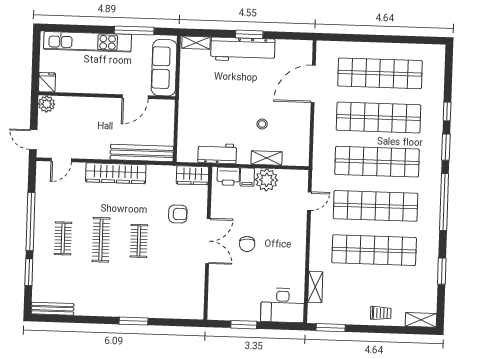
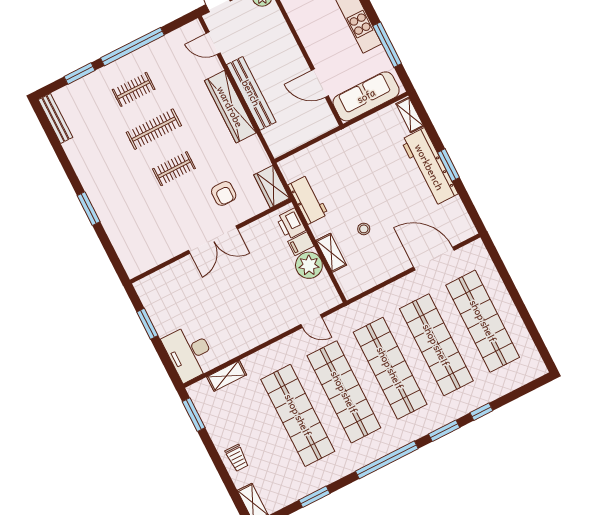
bench: (142, 153) -> (251, 93), moved
chair: (247, 244) -> (232, 281), removed

